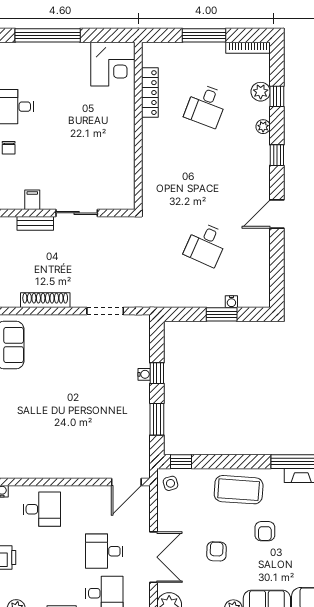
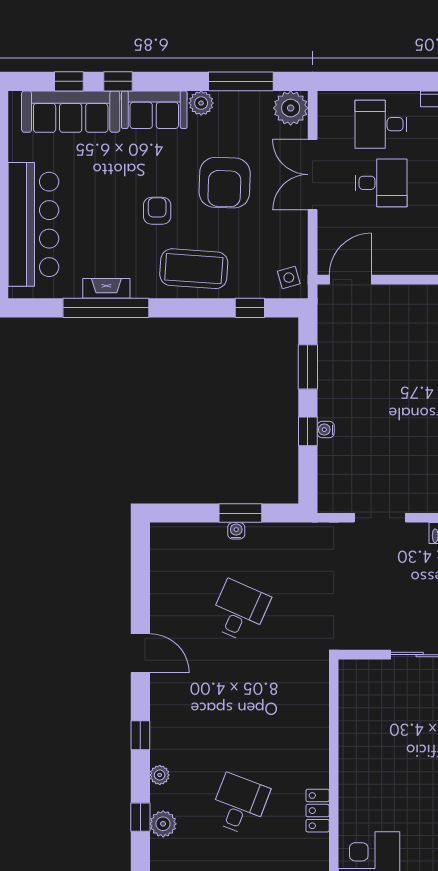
locker: (150, 93) -> (318, 811), width x0.66
door: (277, 214) -> (140, 653), hinge flipped
water cooler: (231, 302) -> (236, 531), moved
window: (222, 314) -> (240, 513), moved
window: (181, 462) -> (250, 308), moved
armchair: (216, 551) -> (225, 183), width x1.88, depth x1.88

